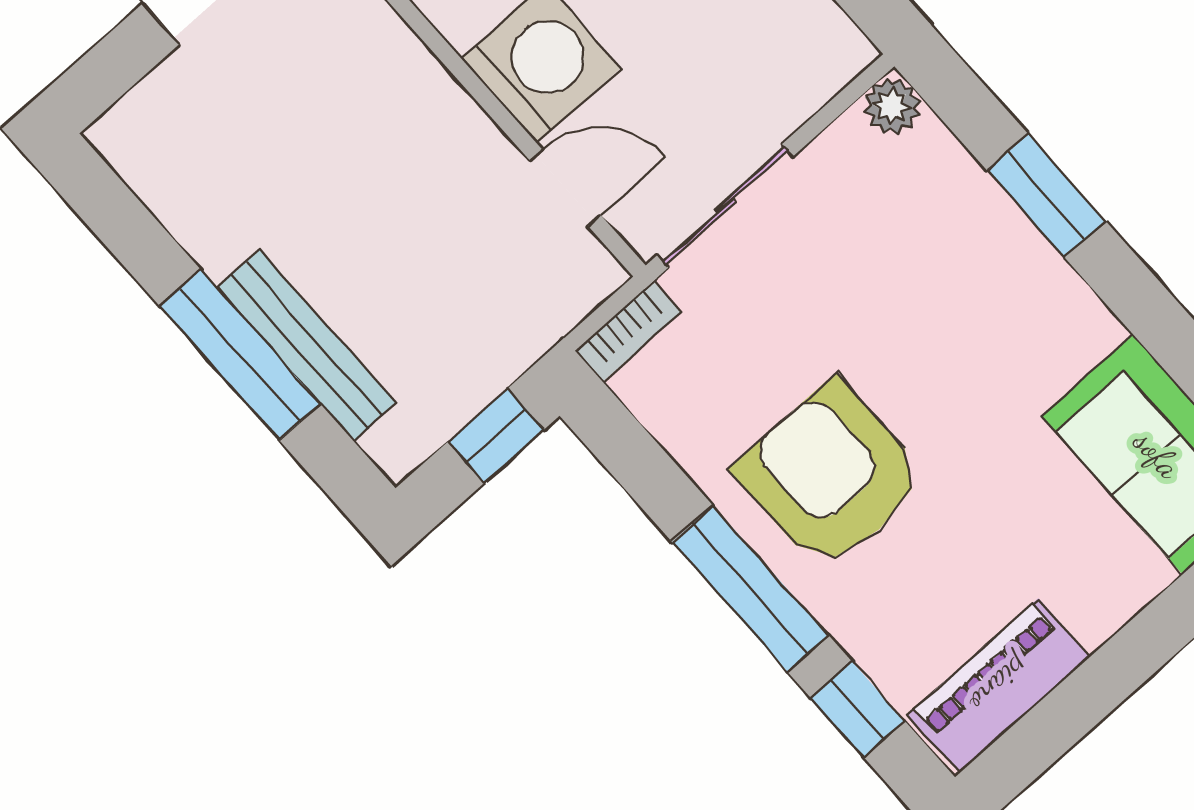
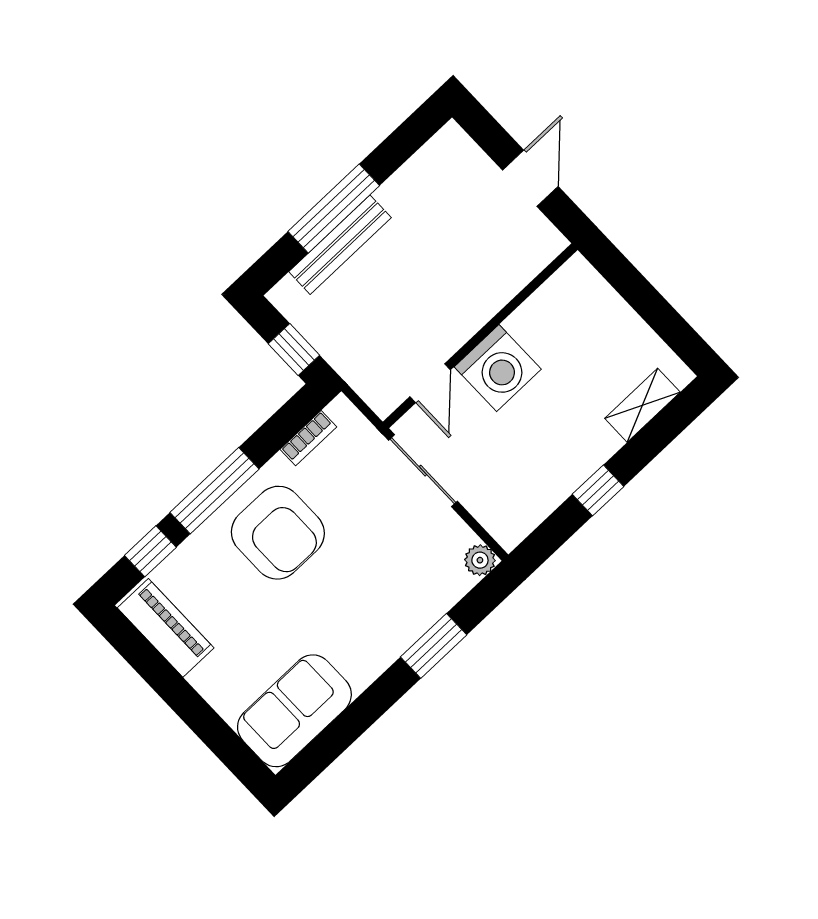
bookcase: (628, 331) -> (308, 438), moved, turned -90
armchair: (831, 475) -> (278, 533), turned 90

